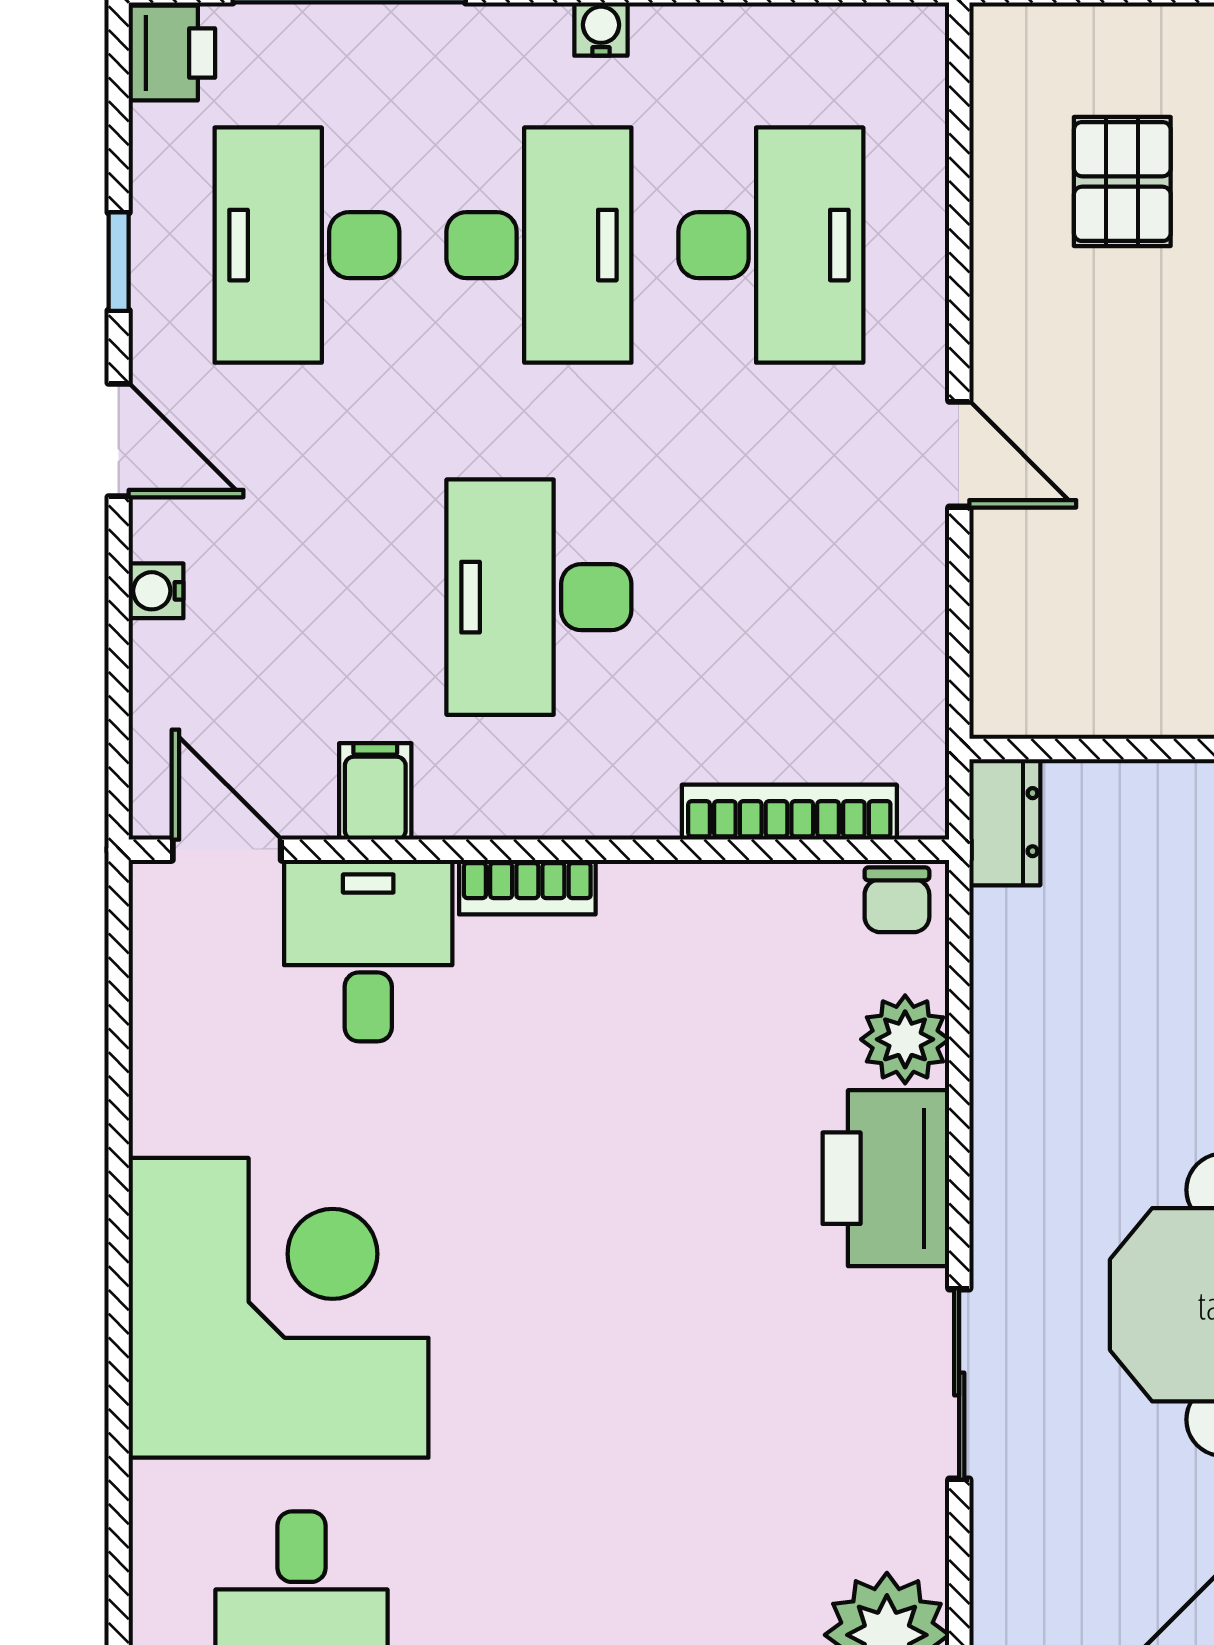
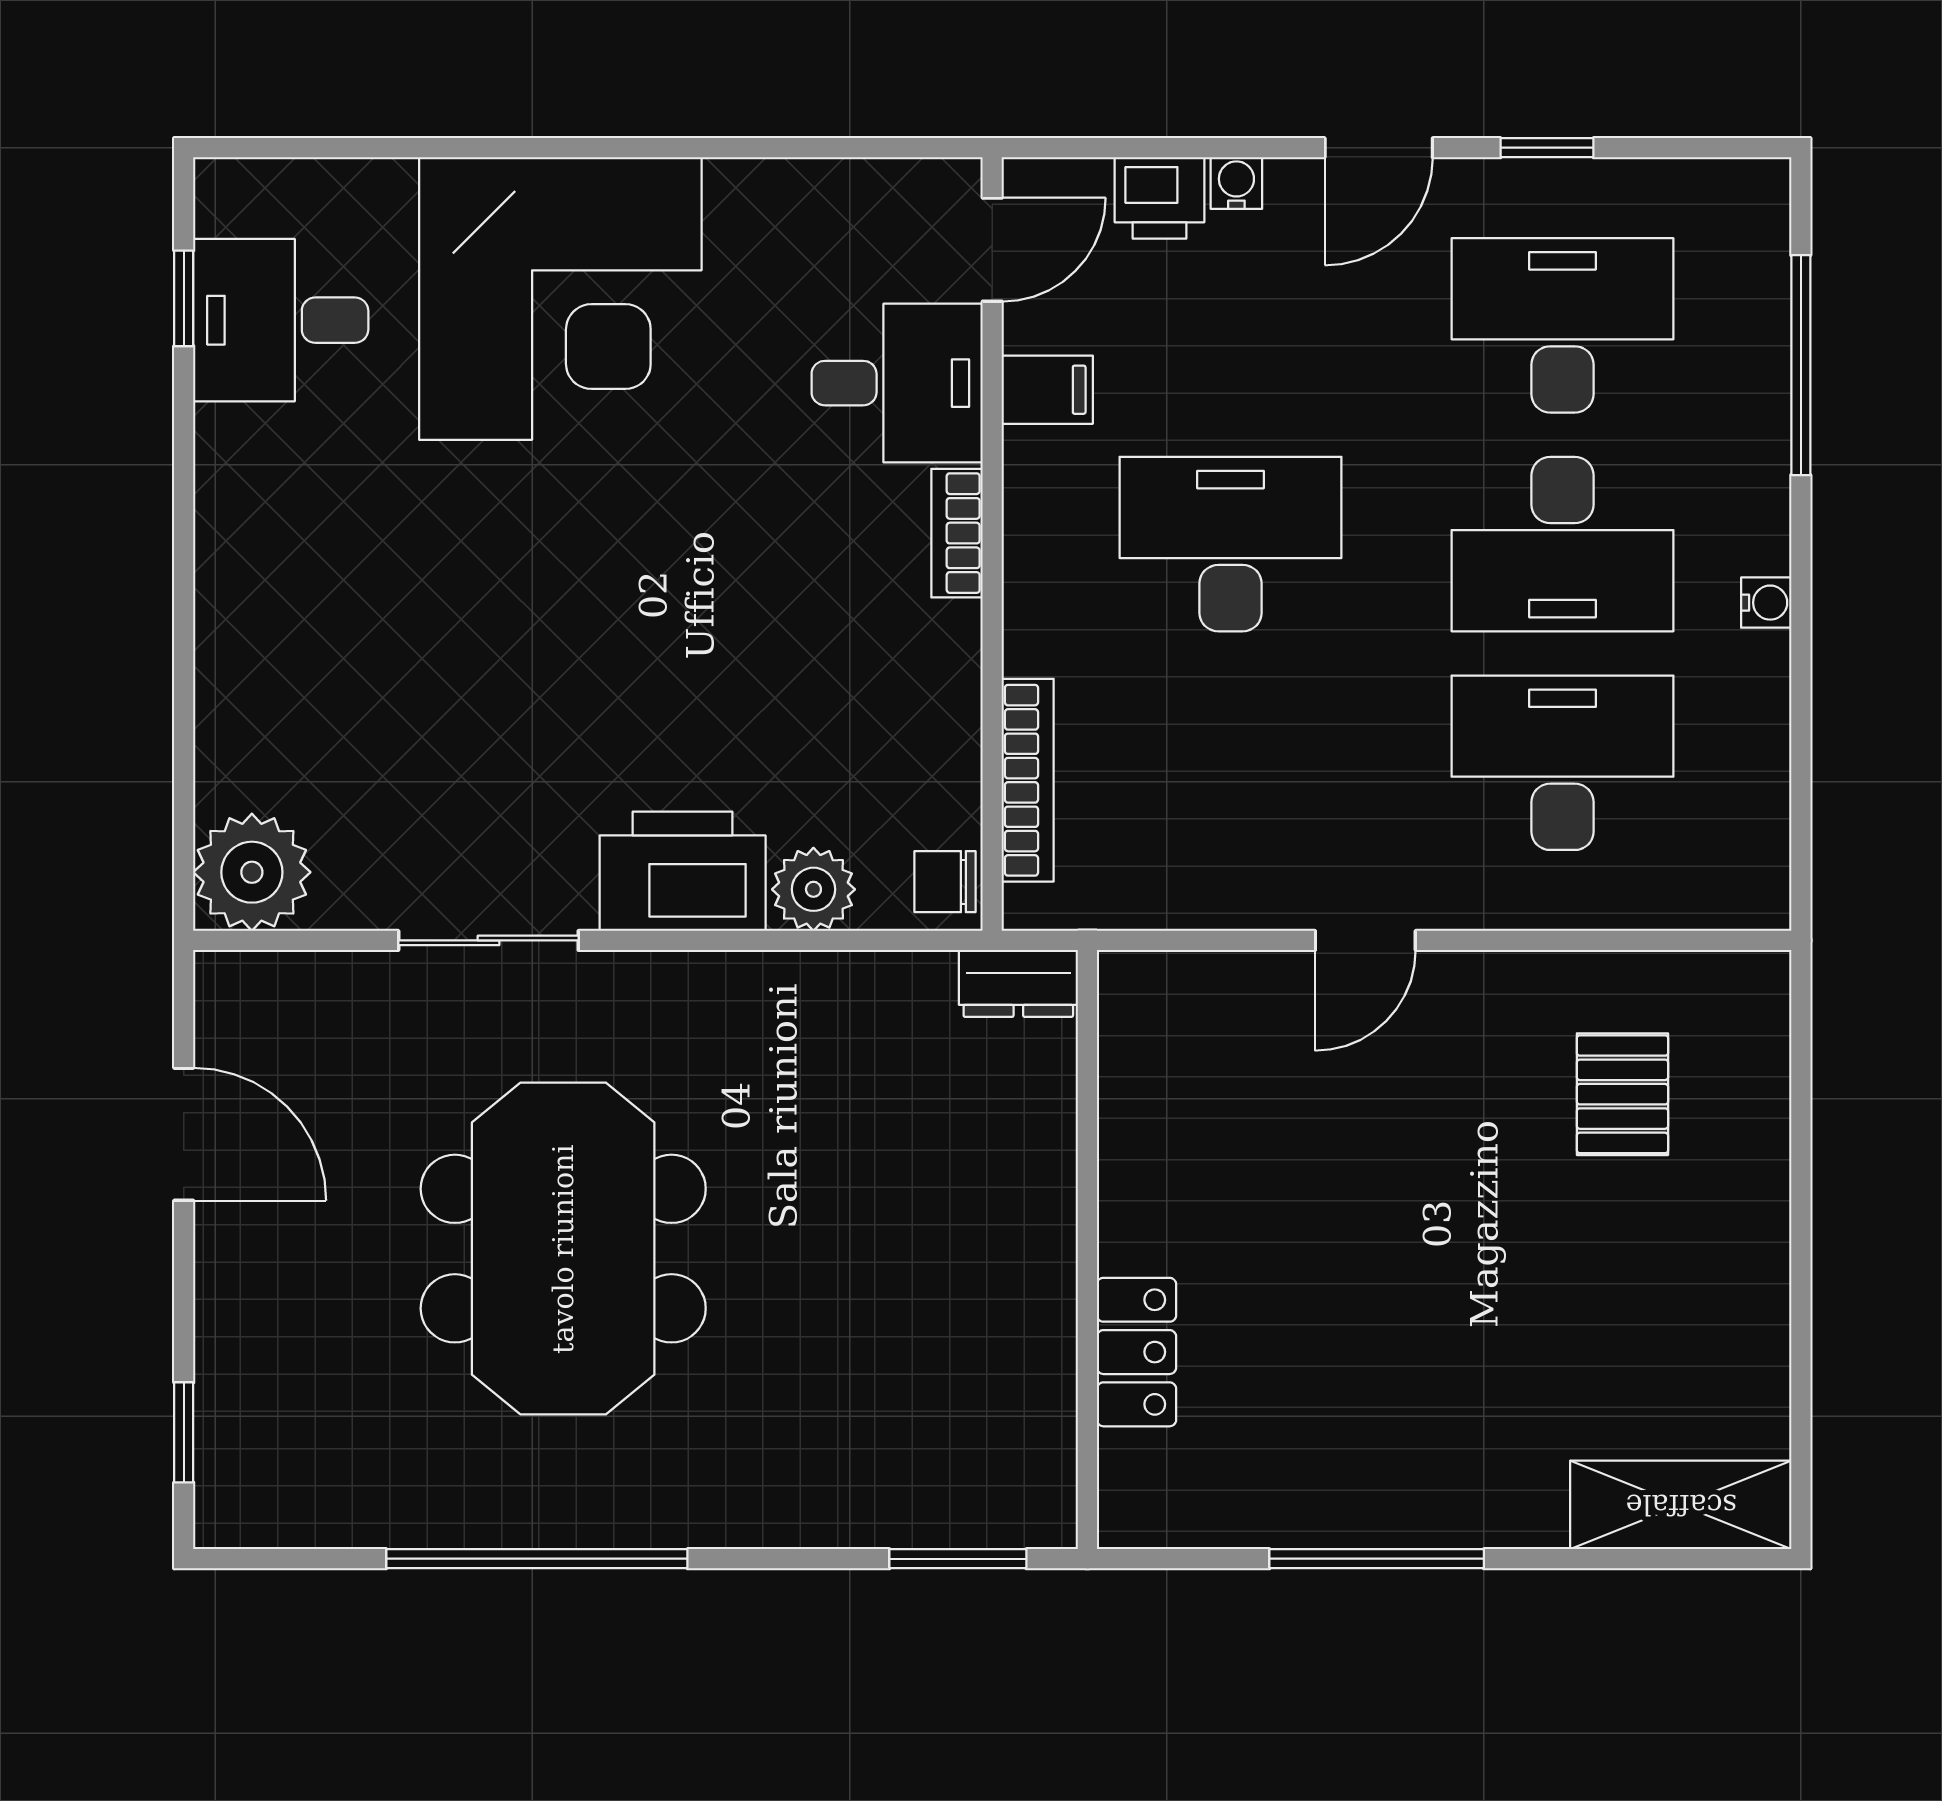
printer: (172, 53) -> (1160, 198), moved
pallet: (1122, 182) -> (1622, 1094), turned 90
desk: (771, 245) -> (1562, 763), turned 180

